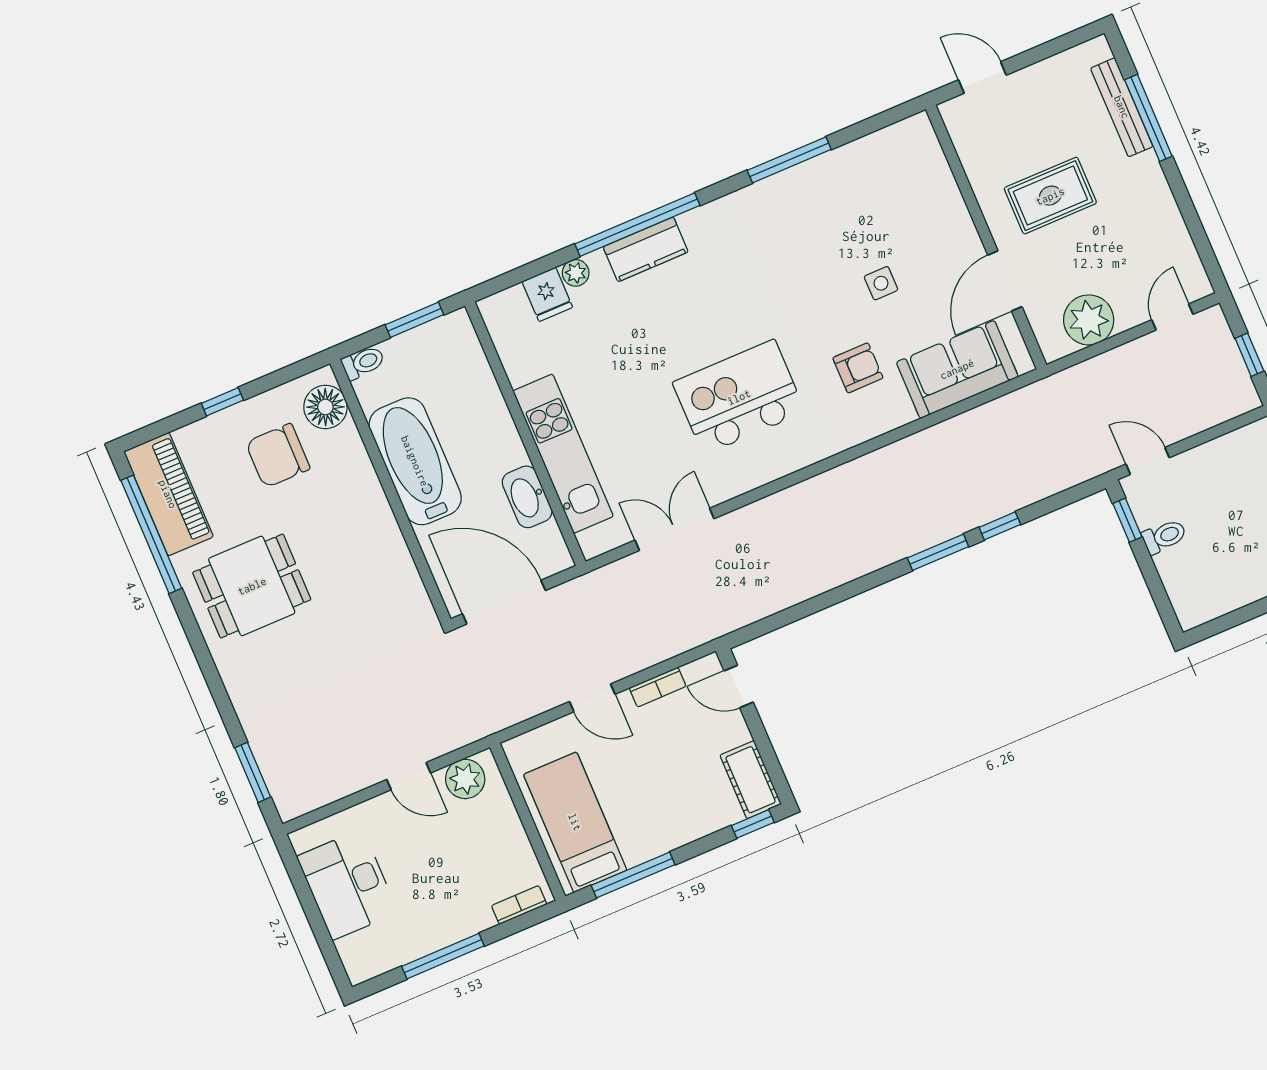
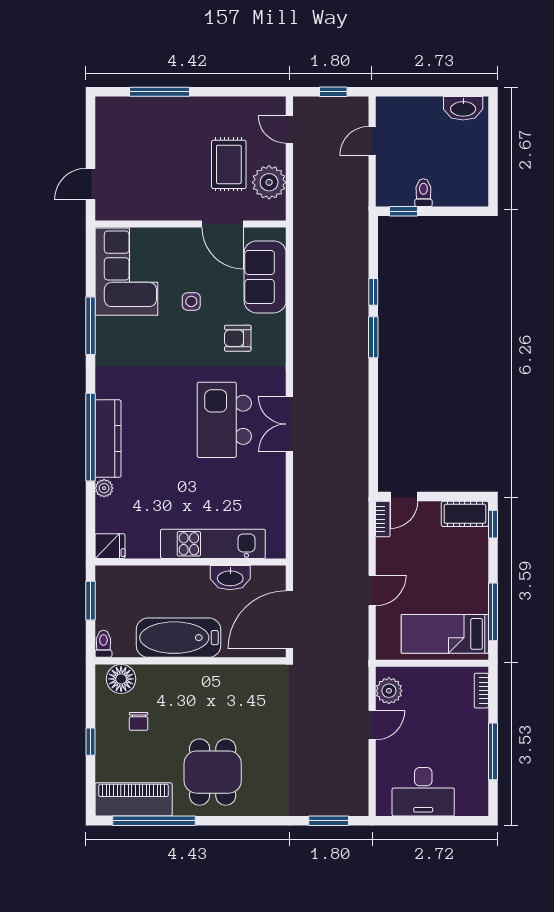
bench: (1122, 107) -> (146, 105), removed
corner sofa: (884, 177) -> (126, 272), added
rug: (1050, 196) -> (229, 164), moved
kitchen counter: (646, 249) -> (108, 439), width x1.50
fridge: (547, 294) -> (110, 546), moved
armchair: (858, 368) -> (238, 338), turned -90
chair: (278, 456) -> (139, 721), width x0.54, depth x0.54
door: (1148, 461) -> (372, 141), moved
double door: (675, 529) -> (289, 424), moved
bookcase: (658, 687) -> (383, 519), moved

